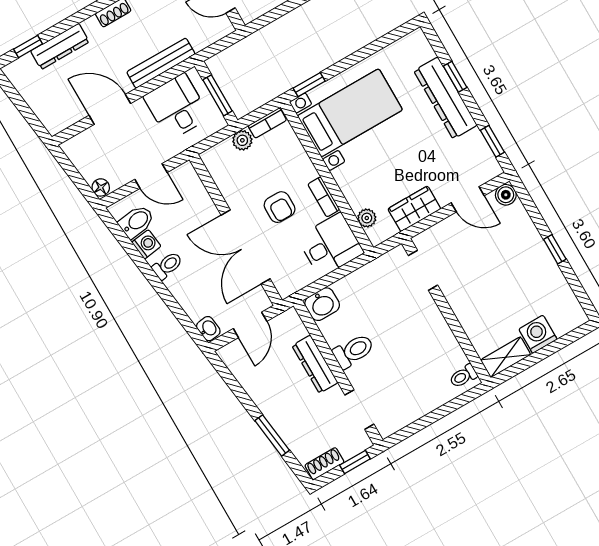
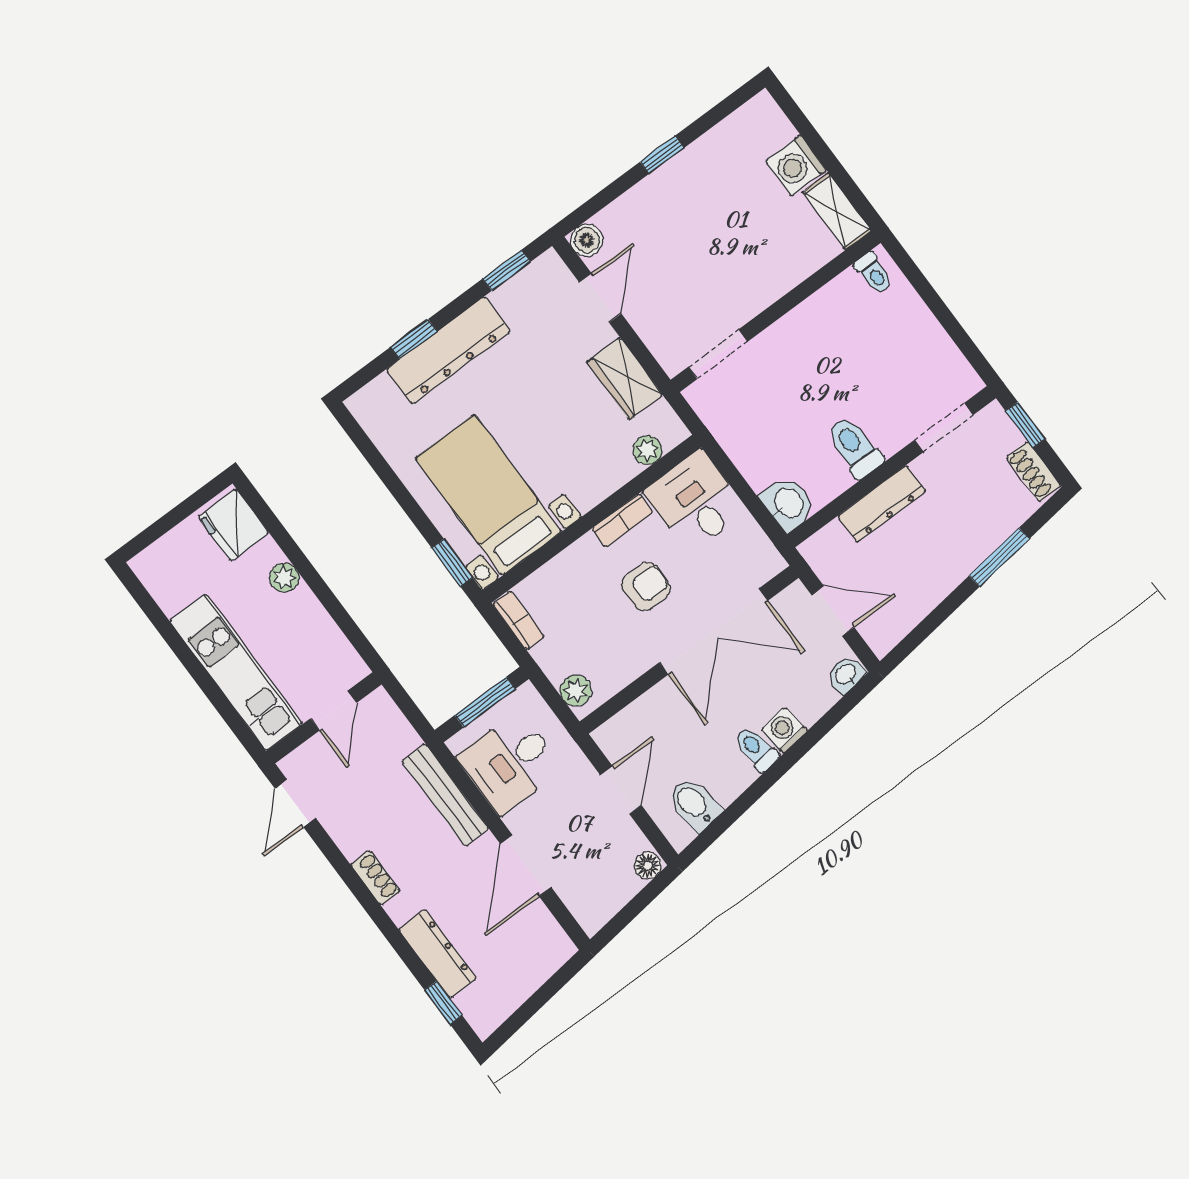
plant: (242, 140) -> (576, 691), moved
washing machine: (146, 244) -> (784, 730), moved

